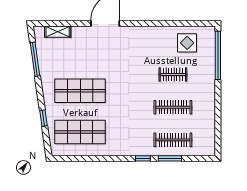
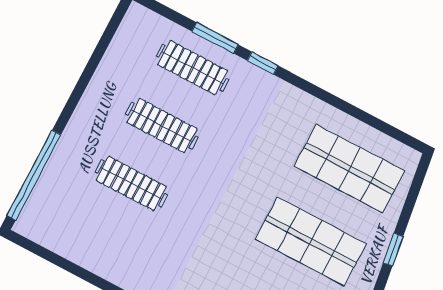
display table: (187, 43) -> (77, 226), removed
clothes rail: (173, 74) -> (131, 183), width x1.36
window: (43, 118) -> (393, 250), moved

